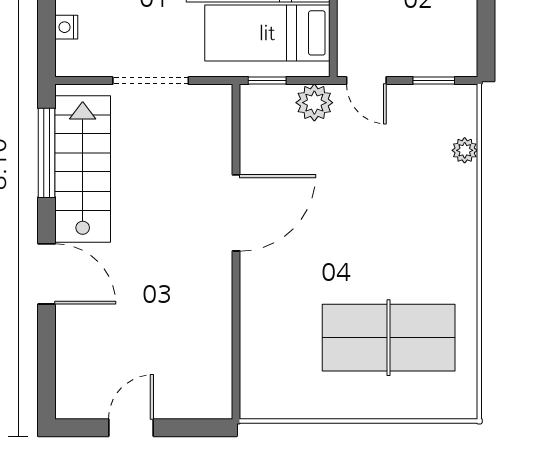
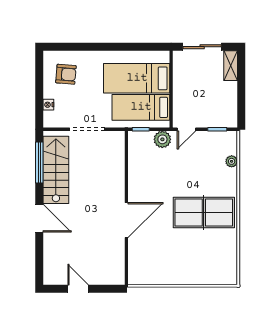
door: (366, 81) -> (186, 129), hinge flipped
door: (236, 213) -> (126, 220), moved
table tennis table: (389, 338) -> (204, 213), moved
door: (131, 428) -> (78, 289), hinge flipped

